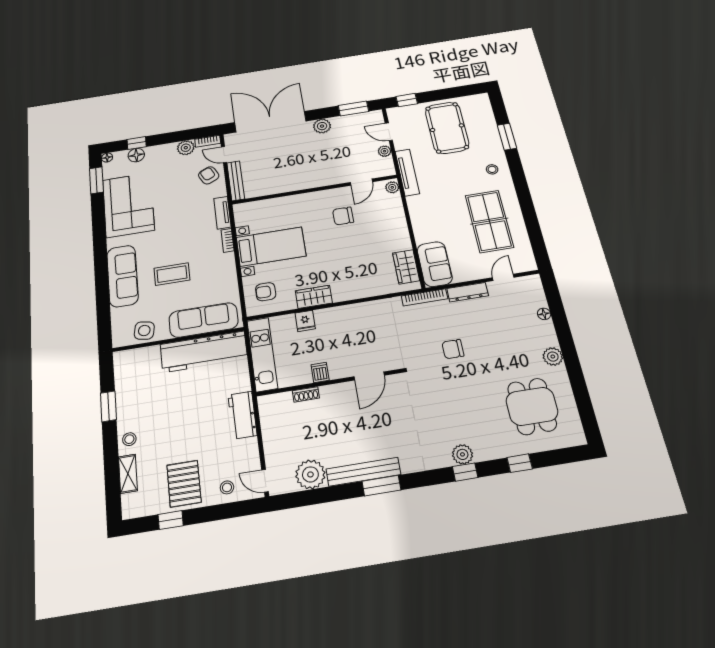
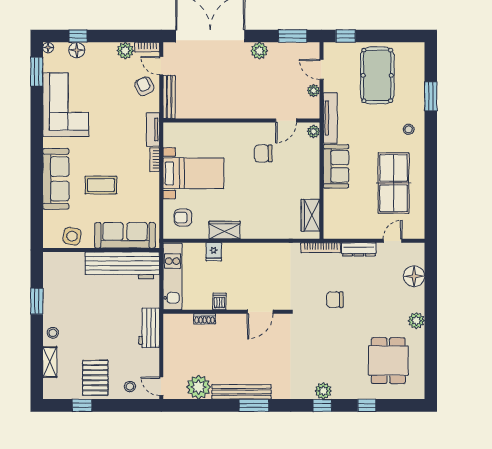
sofa: (435, 264) -> (336, 166), moved
floor lamp: (544, 314) -> (414, 276), width x1.89, depth x1.89

